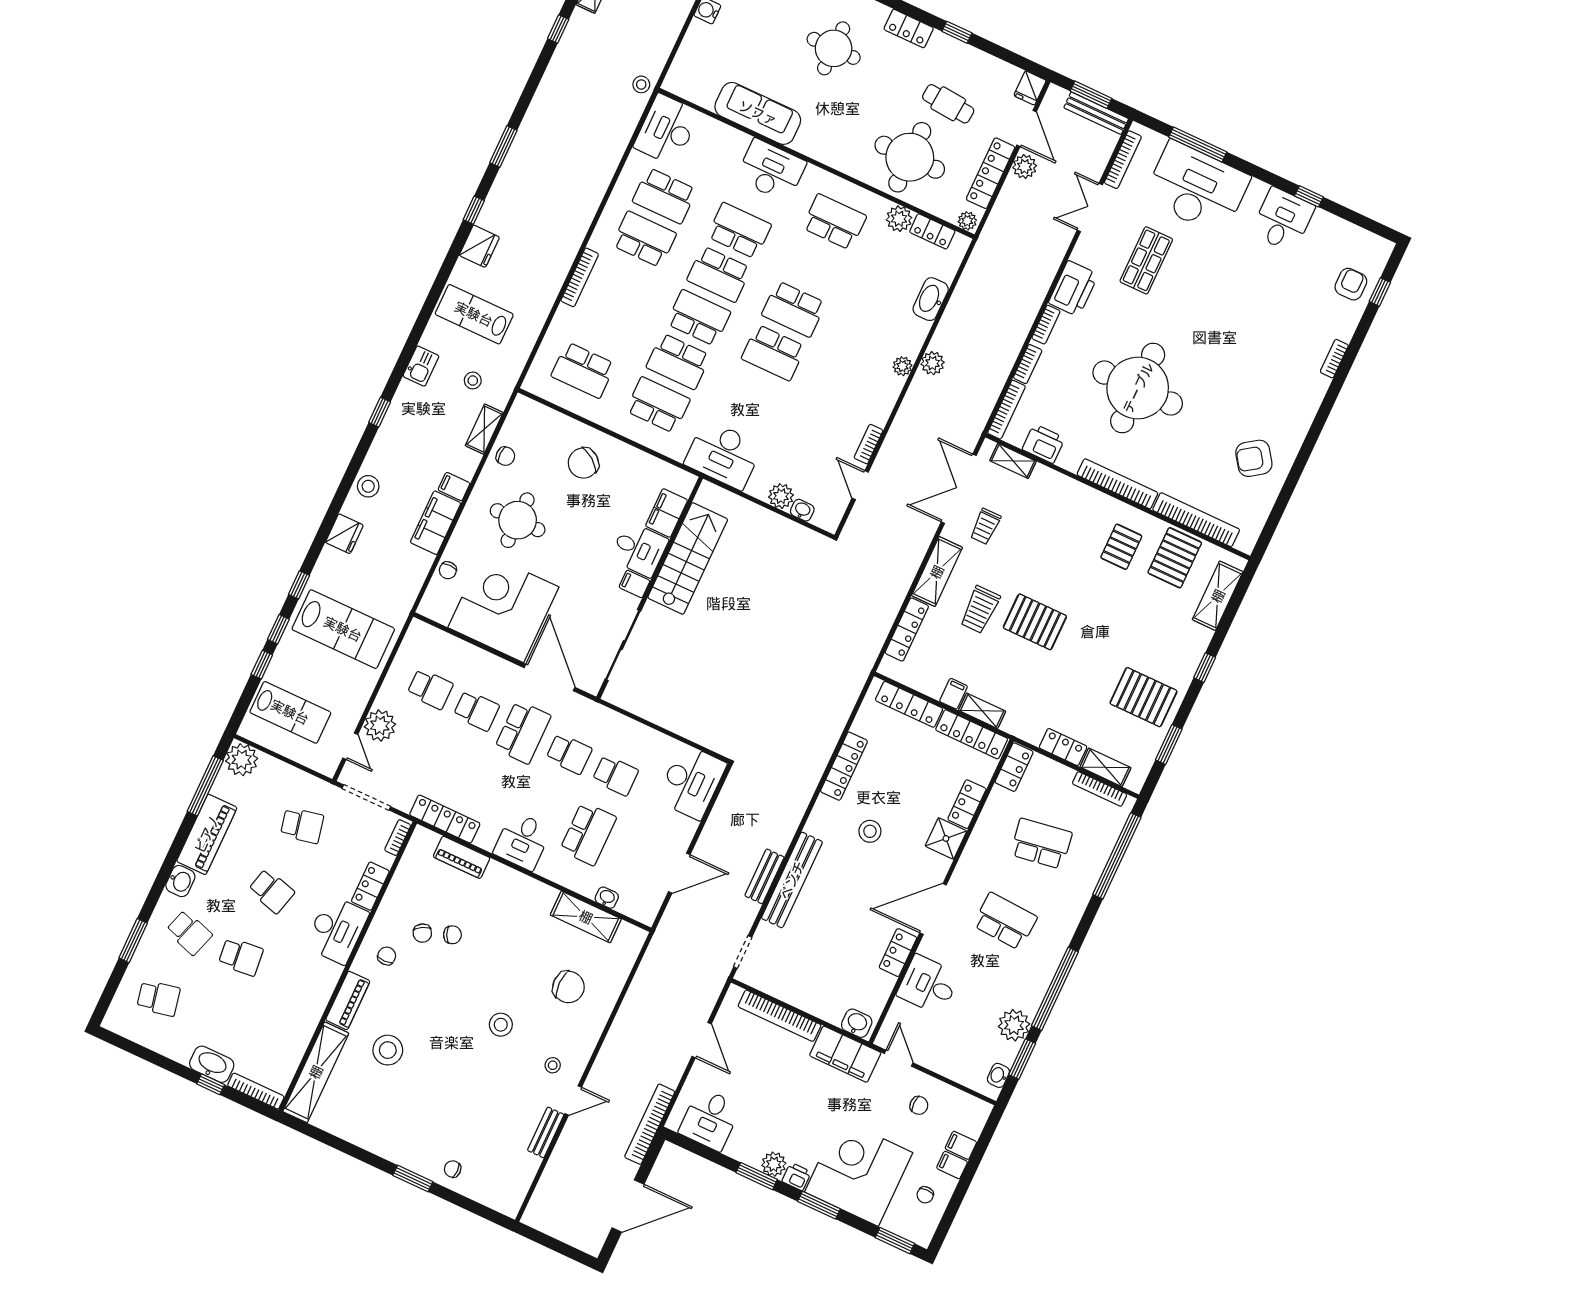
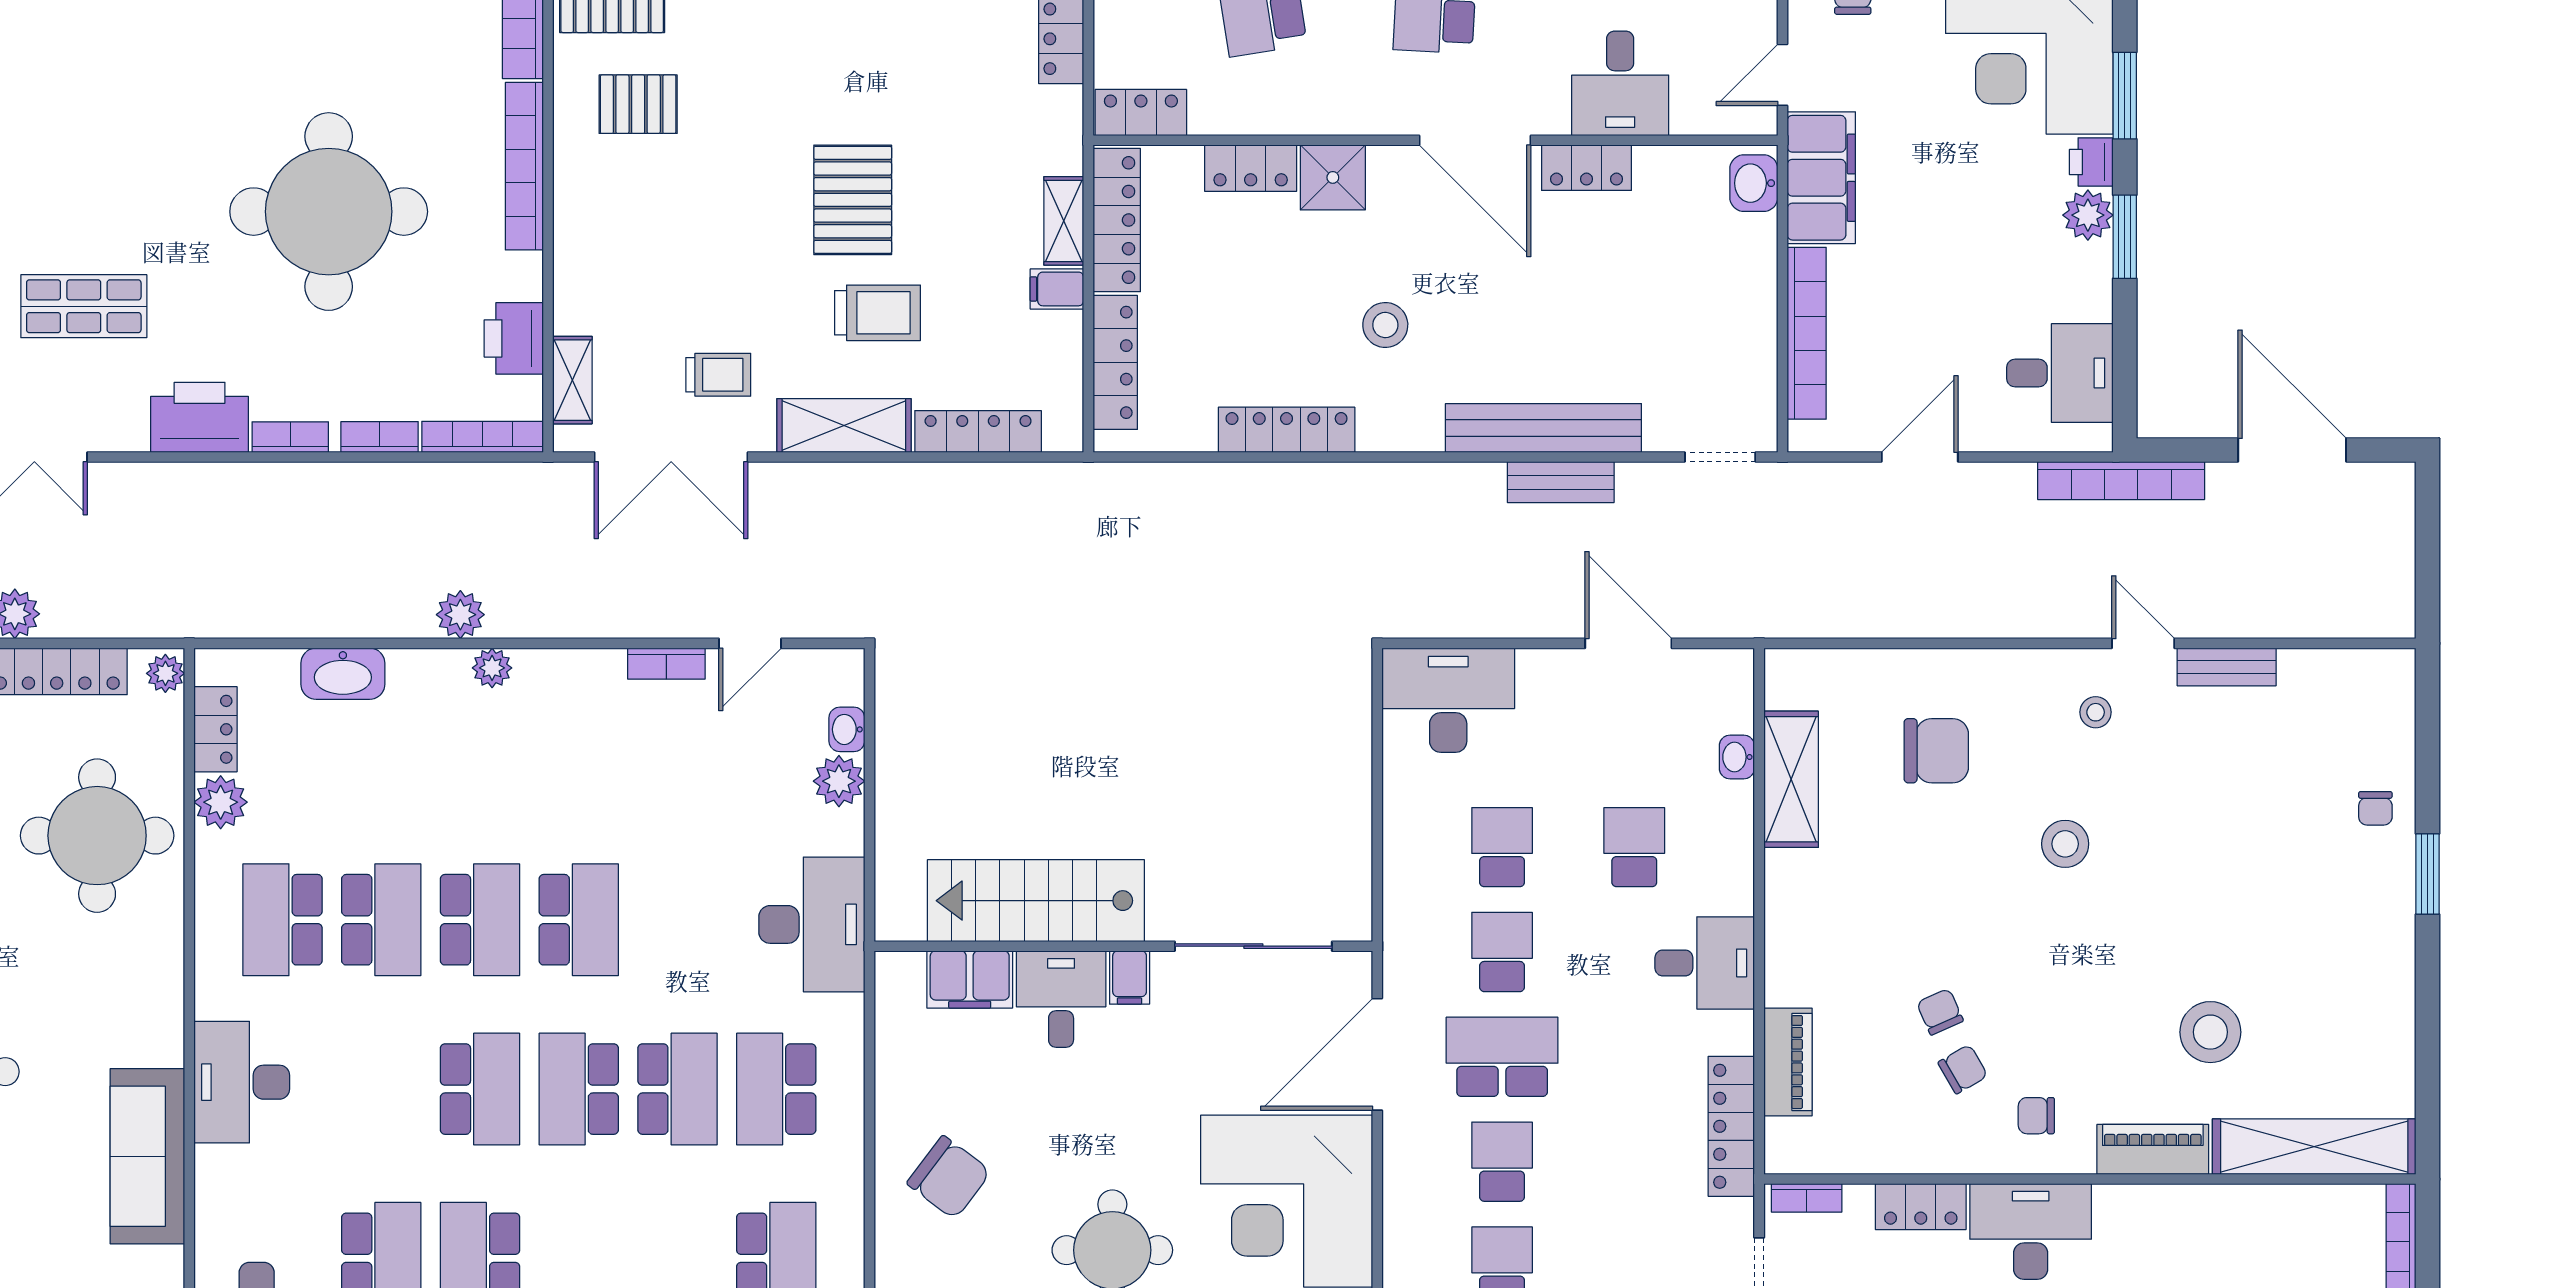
school desk: (739, 231) -> (381, 920), moved, turned 180
school desk: (588, 834) -> (1634, 847), width x0.54
chair: (568, 987) -> (1936, 751), turned 90

